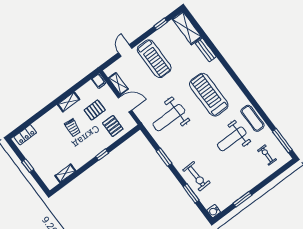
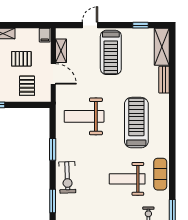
exercise bike: (196, 176) -> (67, 177), moved

